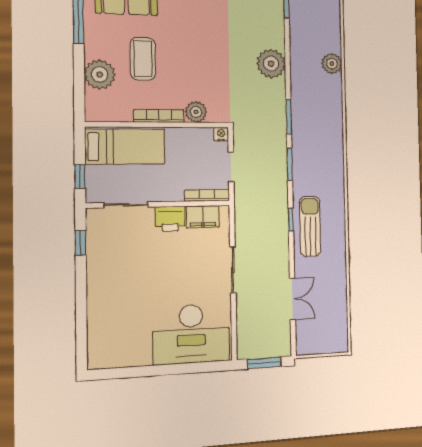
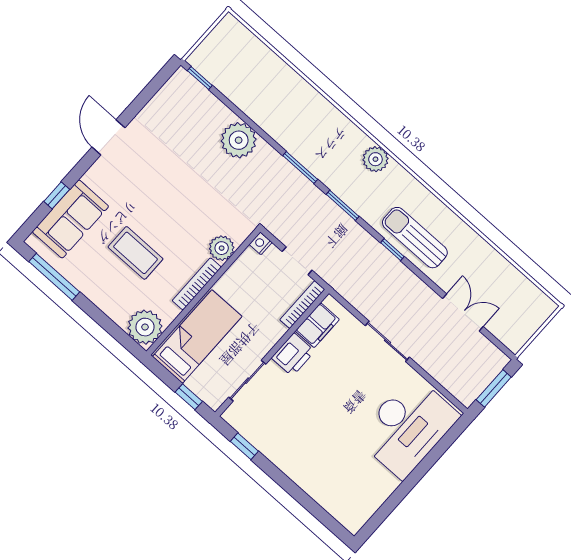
plant: (332, 64) -> (375, 159), moved
plant: (100, 74) -> (145, 327), moved

